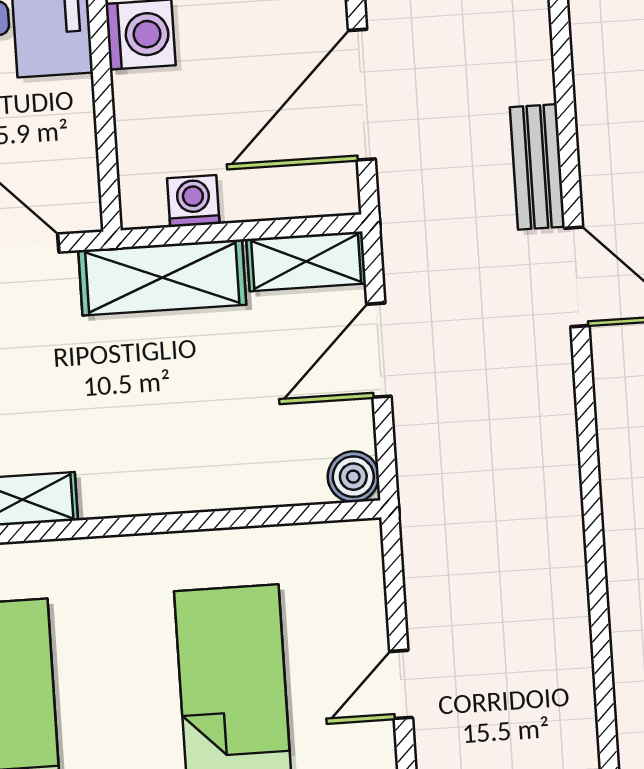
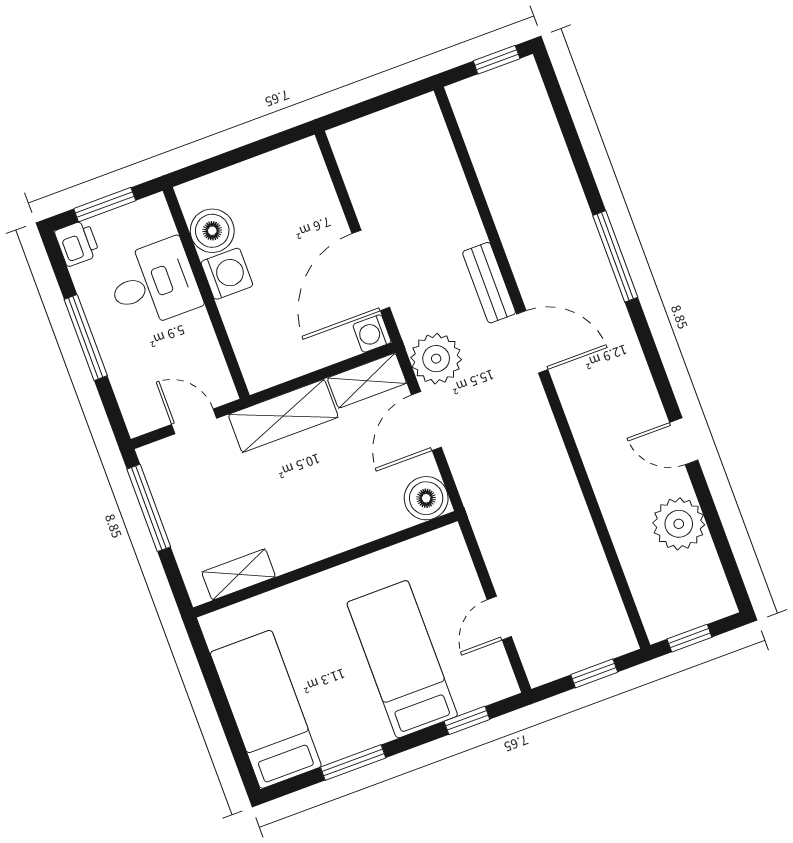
washing machine: (193, 201) -> (372, 333), moved, turned -90
plant: (422, 259) -> (436, 359), added
boiler: (353, 477) -> (426, 498), width x1.36, depth x1.36

